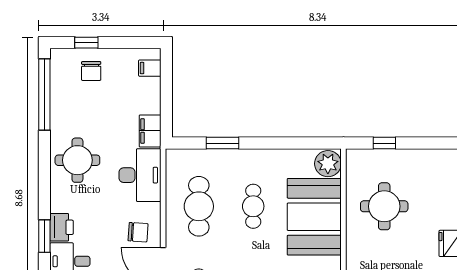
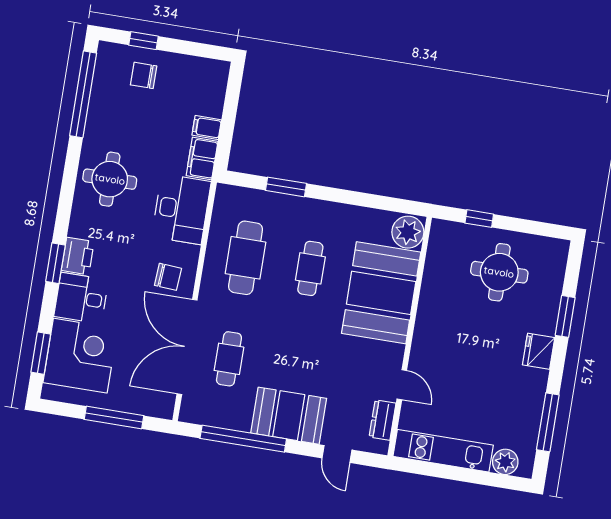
filing cabinet: (150, 68) -> (207, 128), moved
chair: (91, 71) -> (144, 75), turned 90
round table: (384, 206) -> (499, 272), moved

